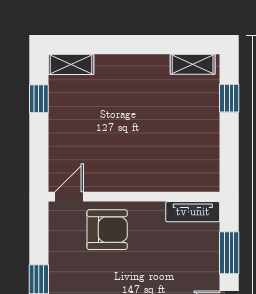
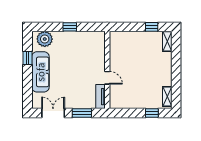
door: (69, 197) -> (107, 78), moved
armchair: (107, 230) -> (92, 58), removed

